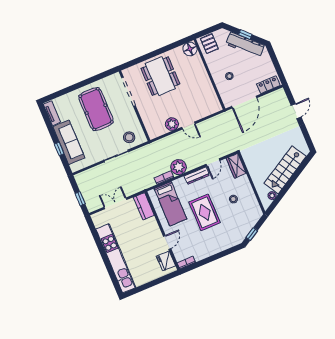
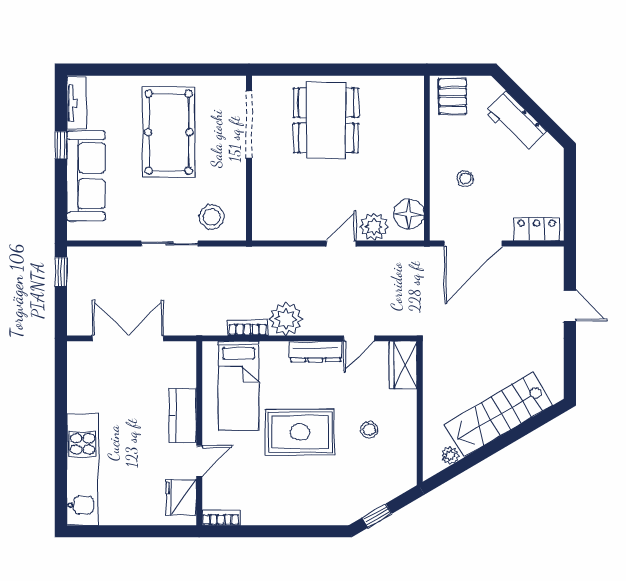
window: (245, 35) -> (532, 108), removed
workbench: (245, 45) -> (516, 121), width x0.73
floor lamp: (190, 49) -> (409, 214), moved
door: (296, 111) -> (570, 306), hinge flipped
plant: (172, 124) -> (374, 227), moved
door: (188, 125) -> (341, 244), swing flipped
window: (59, 149) -> (61, 145), moved
window: (80, 199) -> (61, 272), moved
double door: (115, 203) -> (128, 338), width x1.37
kitchen counter: (144, 206) -> (183, 415), moved
rug: (205, 212) -> (300, 432), turned 90
kitchen unit: (116, 258) -> (83, 470), width x0.73

